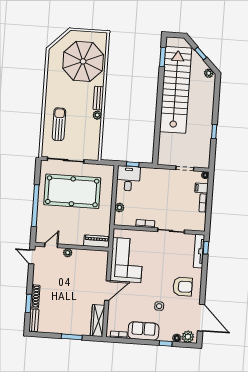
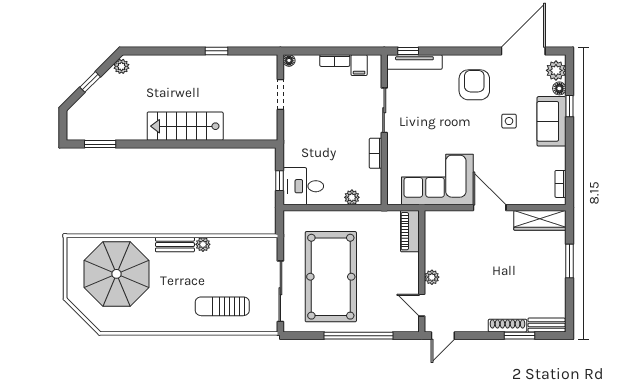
stairs: (176, 90) -> (185, 126), width x0.54, depth x0.66
filing cabinet: (202, 188) -> (359, 65), moved
sofa: (143, 331) -> (552, 121), moved

